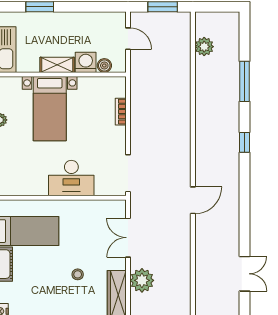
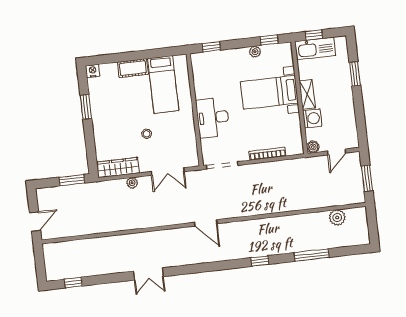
boiler: (104, 65) -> (313, 147), moved
bookcase: (121, 112) -> (267, 154), width x1.56
double door: (128, 238) -> (168, 172), swing flipped
stool: (78, 274) -> (147, 134), moved
plant: (142, 280) -> (132, 183), width x0.53, depth x0.53

